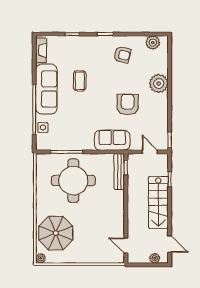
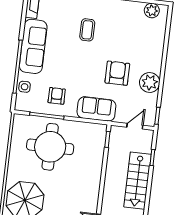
armchair: (122, 55) -> (57, 96), moved, turned -104
coffee table: (80, 81) -> (87, 30), moved
plant: (159, 84) -> (150, 82), moved
door: (150, 152) -> (135, 126), hinge flipped
bench: (119, 171) -> (100, 143), removed

